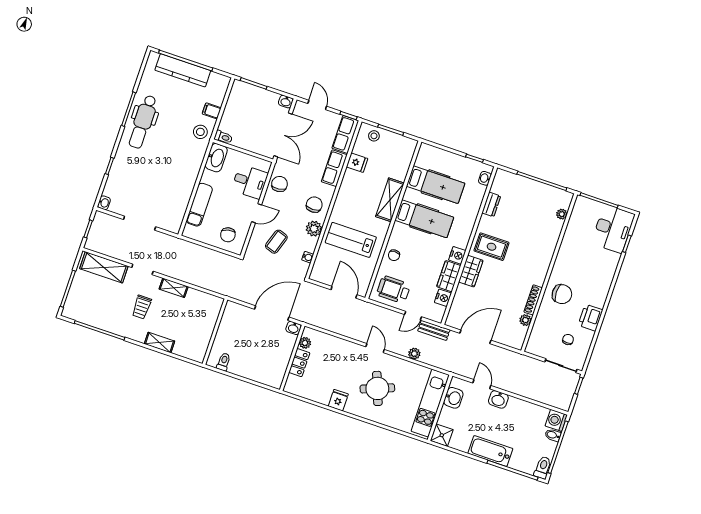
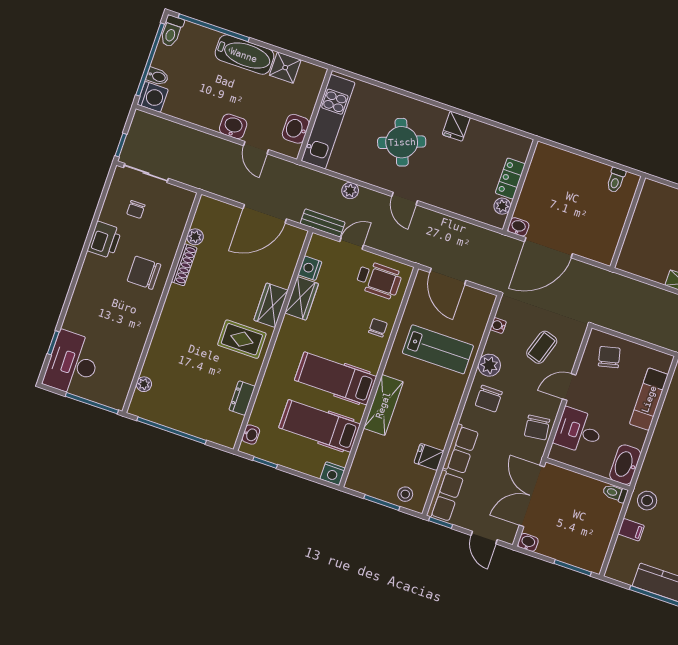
nightstand: (457, 255) -> (333, 474), moved, turned -90
shower: (442, 435) -> (285, 68), moved

